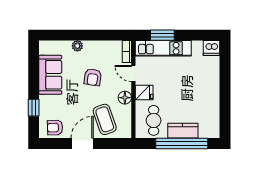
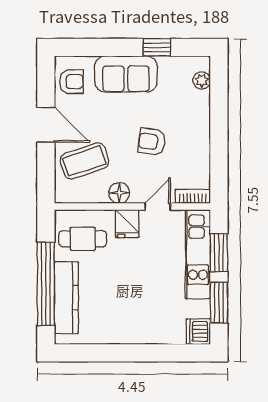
window: (194, 35) -> (219, 303), added
plant: (77, 46) -> (202, 80), moved
sofa: (50, 75) -> (126, 74), moved
window: (34, 108) -> (157, 47), moved
armchair: (55, 128) -> (71, 82), turned 92
kitchen counter: (183, 131) -> (66, 298), width x1.50

